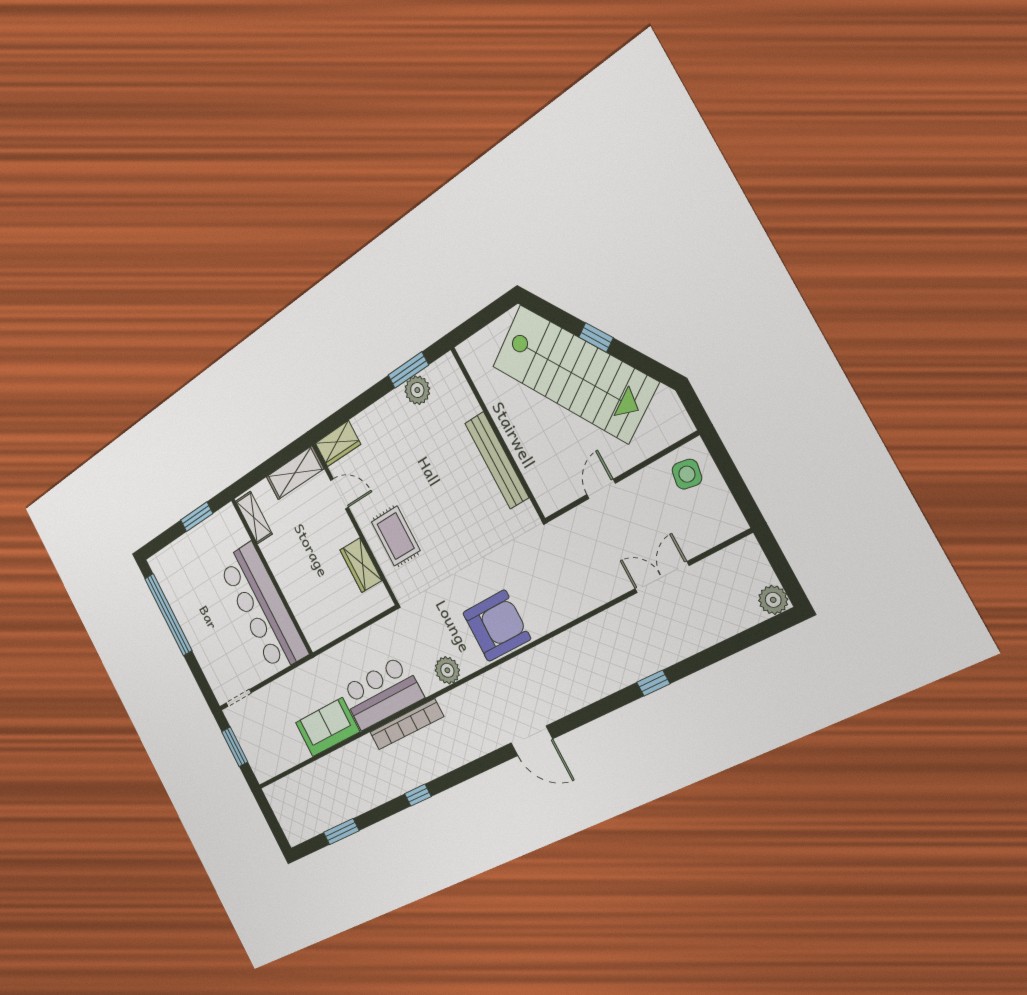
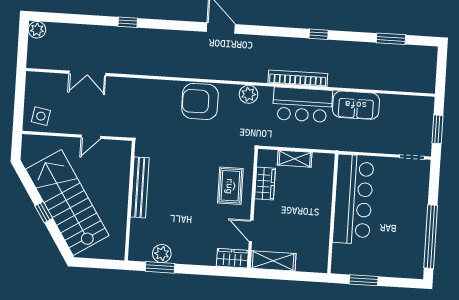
shelving: (254, 518) -> (295, 159), moved, turned 90

